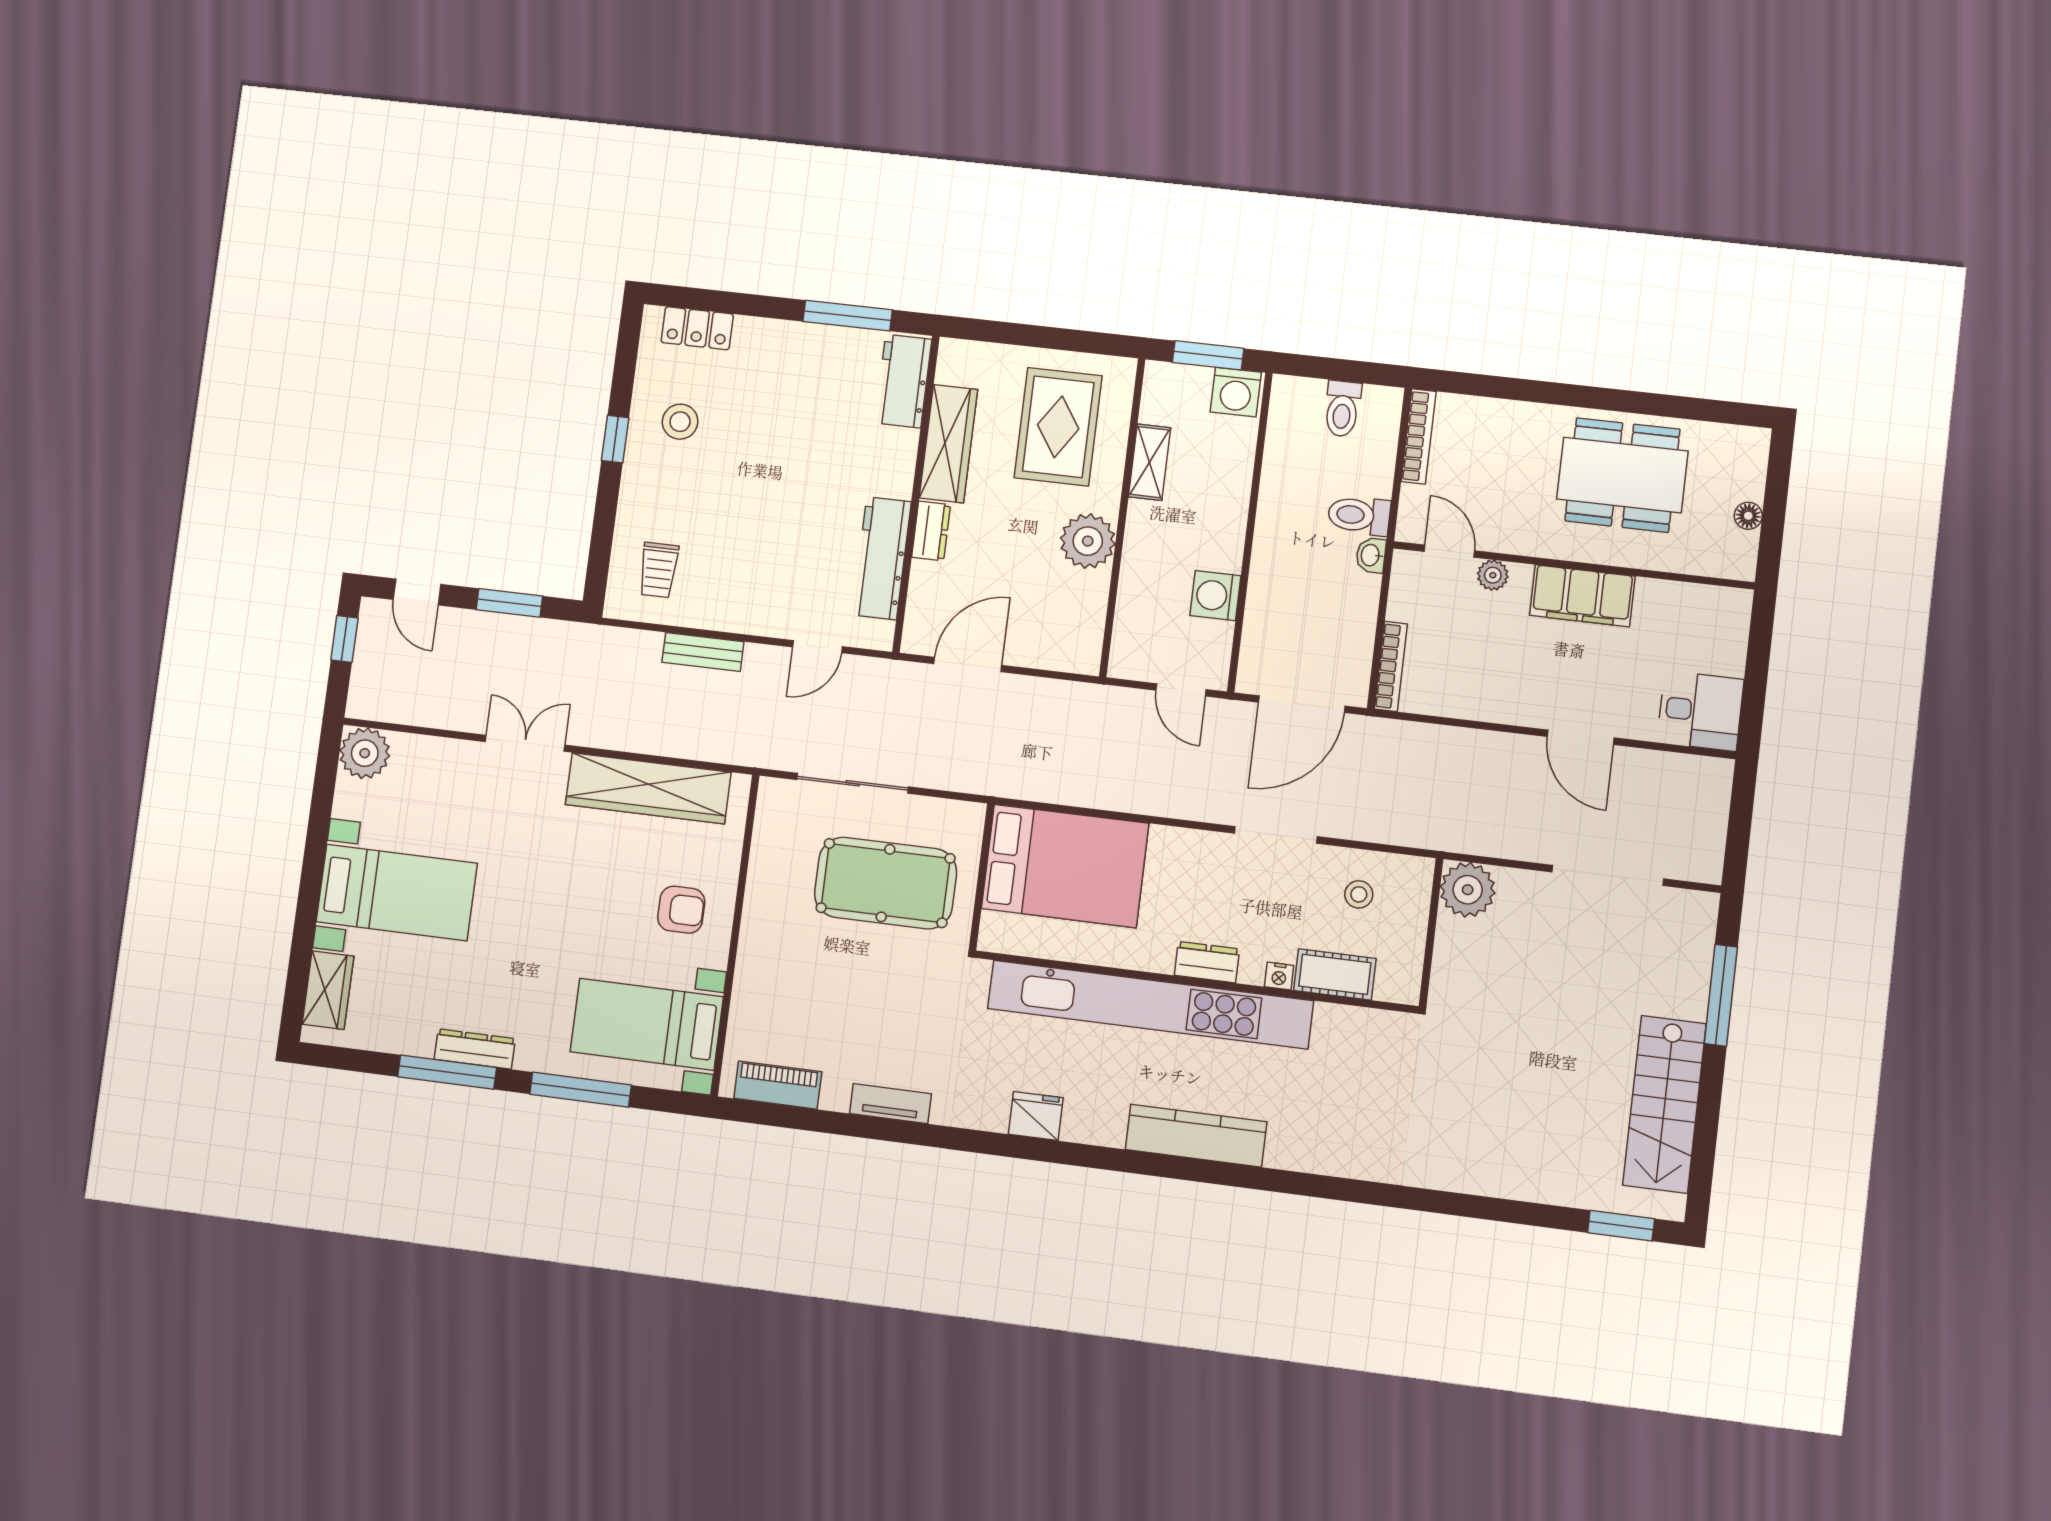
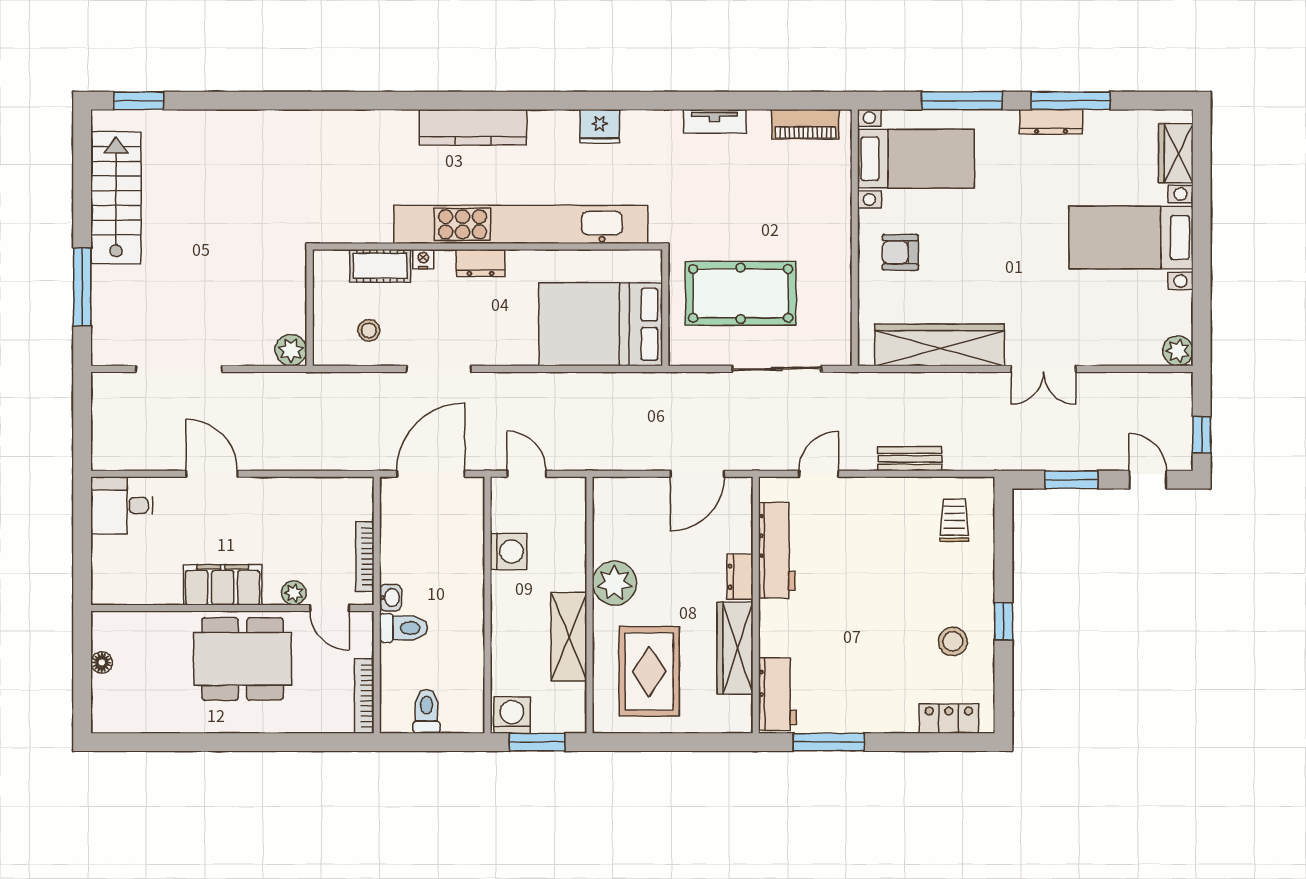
shelving: (1149, 462) -> (569, 637), width x1.50, depth x1.33
dining table: (1622, 475) -> (243, 659), moved
bookcase: (1391, 666) -> (365, 556), moved
plant: (365, 753) -> (1178, 351), width x0.73, depth x0.73
plant: (1468, 890) -> (291, 350), width x0.73, depth x0.73

